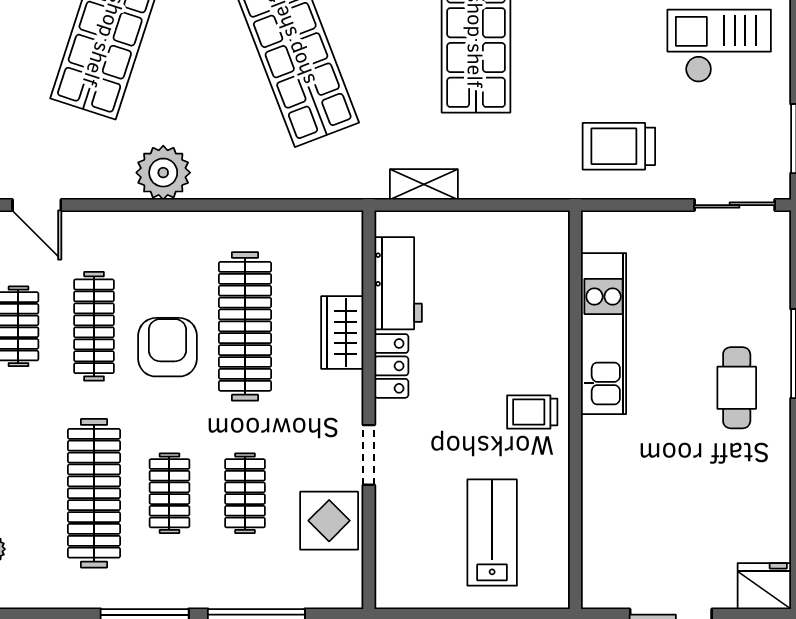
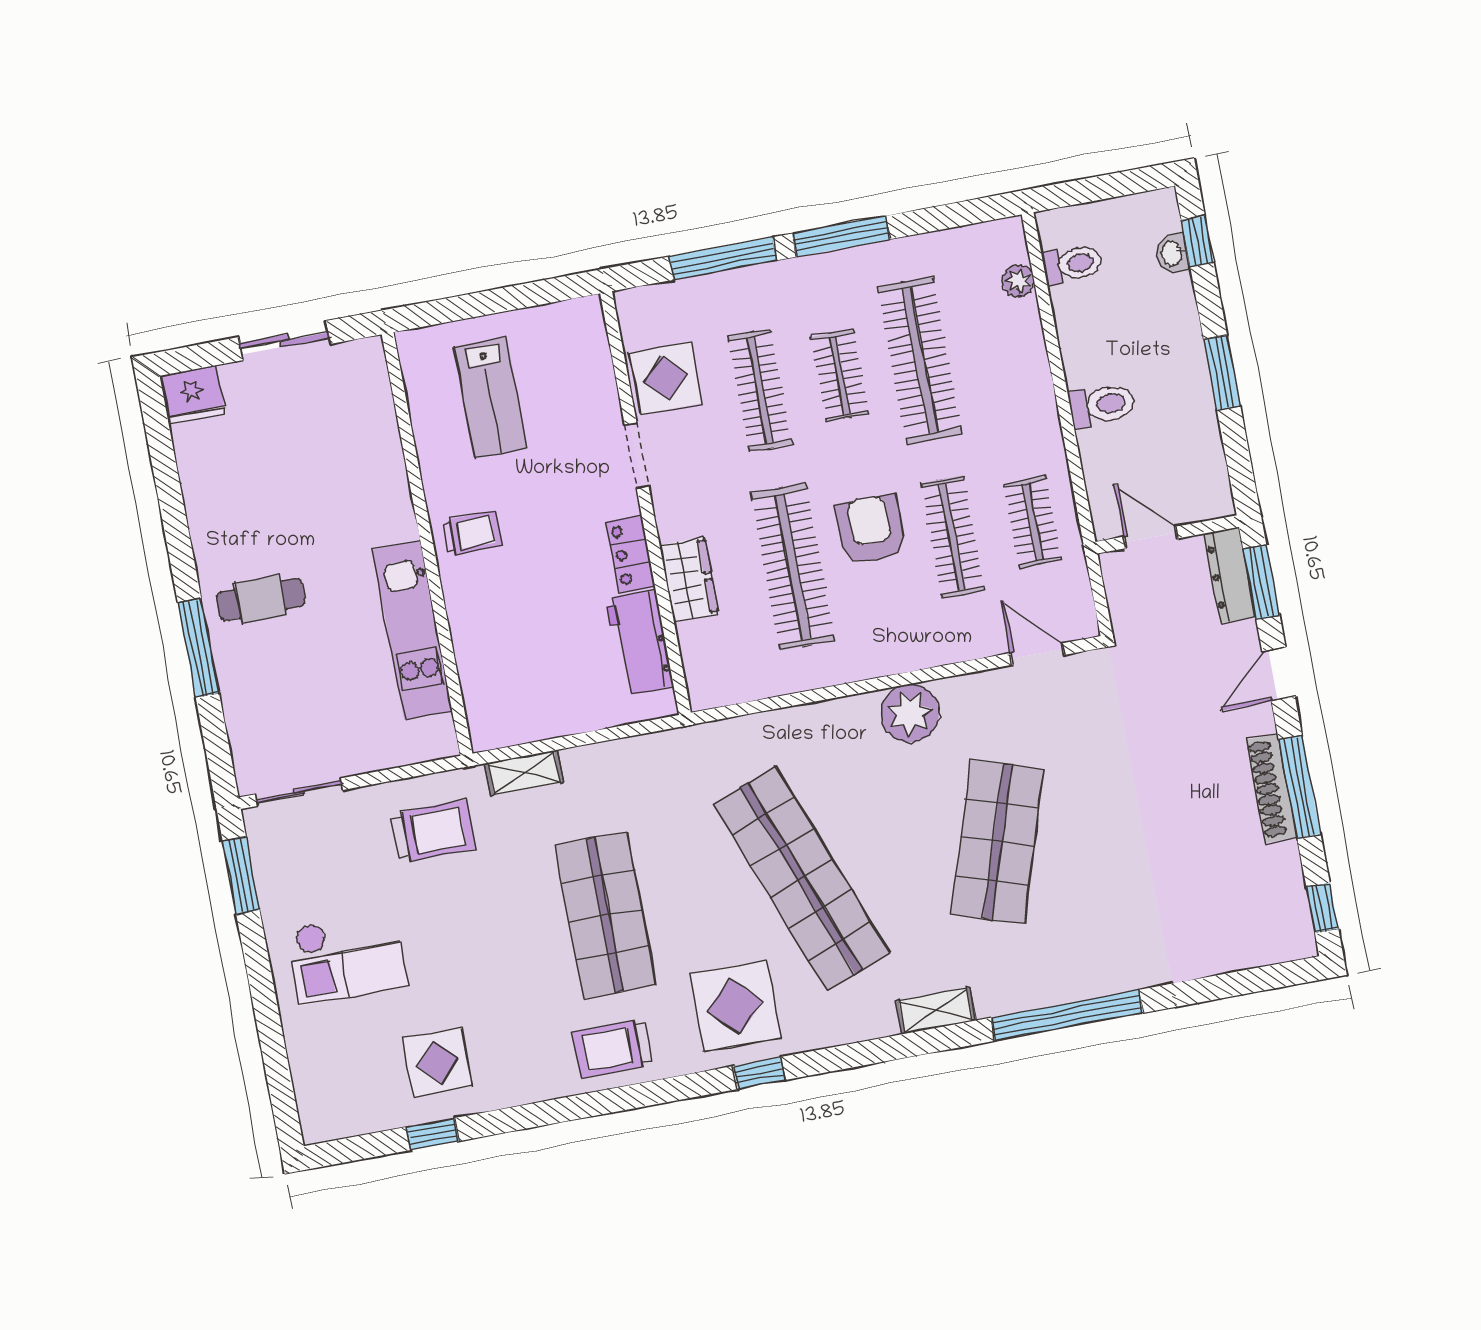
shelving: (424, 184) -> (524, 773), moved
armchair: (167, 347) -> (871, 529), turned 180
cafe table: (737, 388) -> (261, 599), turned 90
clothes rail: (245, 493) -> (760, 390), width x1.36

